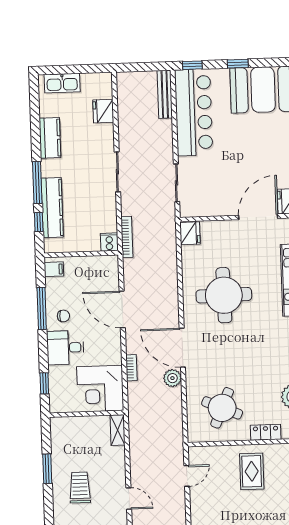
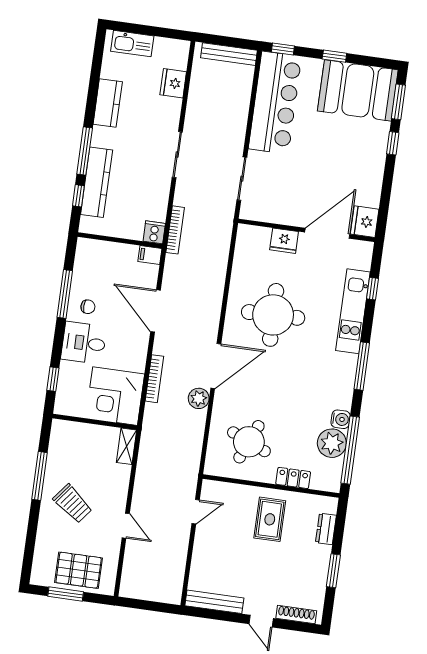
bench: (165, 94) -> (229, 54), moved, turned 90
fridge: (190, 233) -> (284, 241), moved, turned 90
filing cabinet: (54, 269) -> (150, 255), moved, turned 180
door: (182, 348) -> (216, 366), swing flipped
bookcase: (131, 368) -> (154, 379), width x1.56
window: (47, 469) -> (40, 476), width x1.44
trolley: (80, 488) -> (73, 504), turned 128

